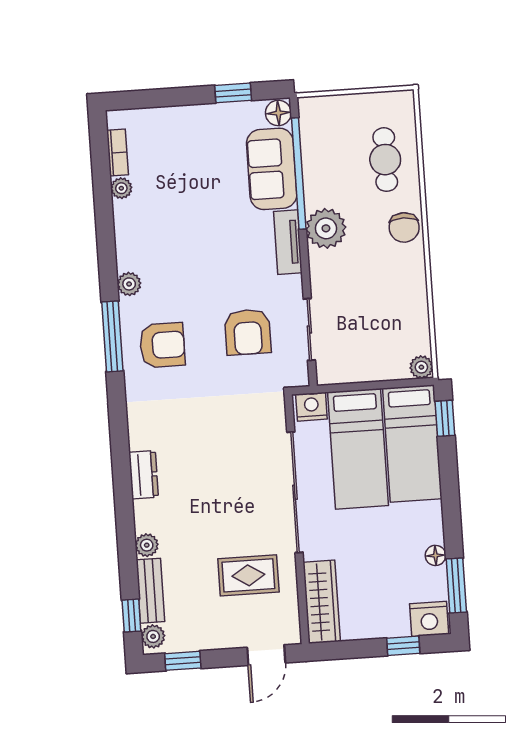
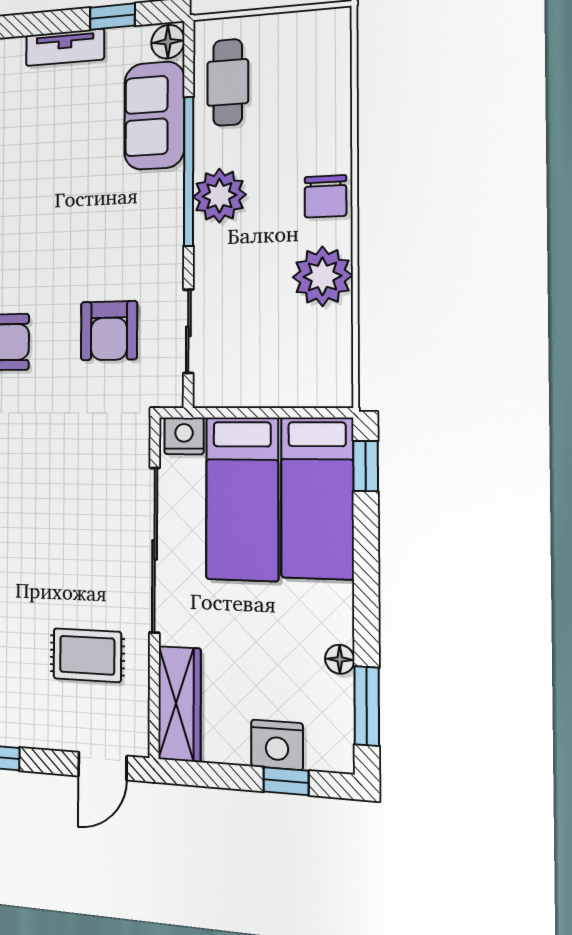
cafe table: (385, 160) -> (228, 82), moved
window: (299, 173) -> (189, 171), moved
tv unit: (288, 242) -> (65, 47), moved, turned -90
plant: (421, 367) -> (322, 276), moved, width x1.88, depth x1.88
nightstand: (429, 619) -> (277, 745), moved

